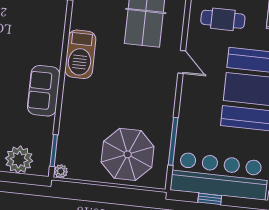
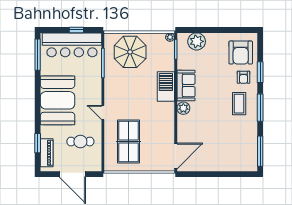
barbecue: (80, 54) -> (166, 86), moved
plant: (52, 55) -> (183, 108), added

